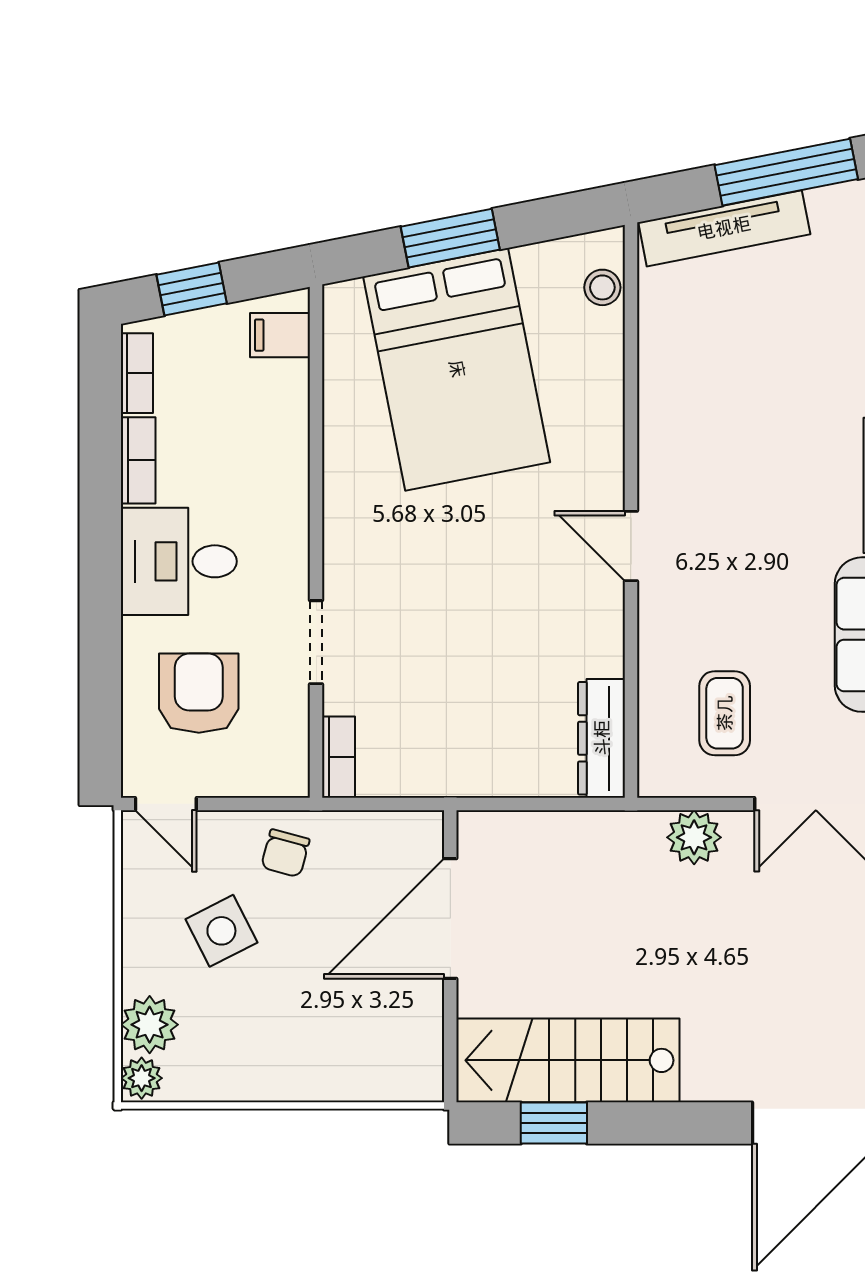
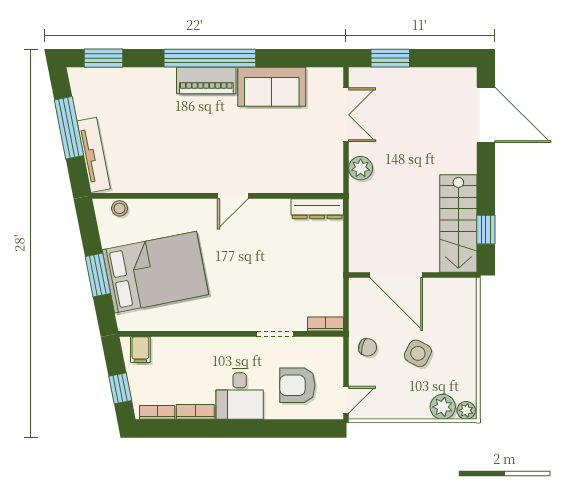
coffee table: (725, 713) -> (306, 155), removed
side table: (221, 931) -> (418, 353), moved, turned -35

